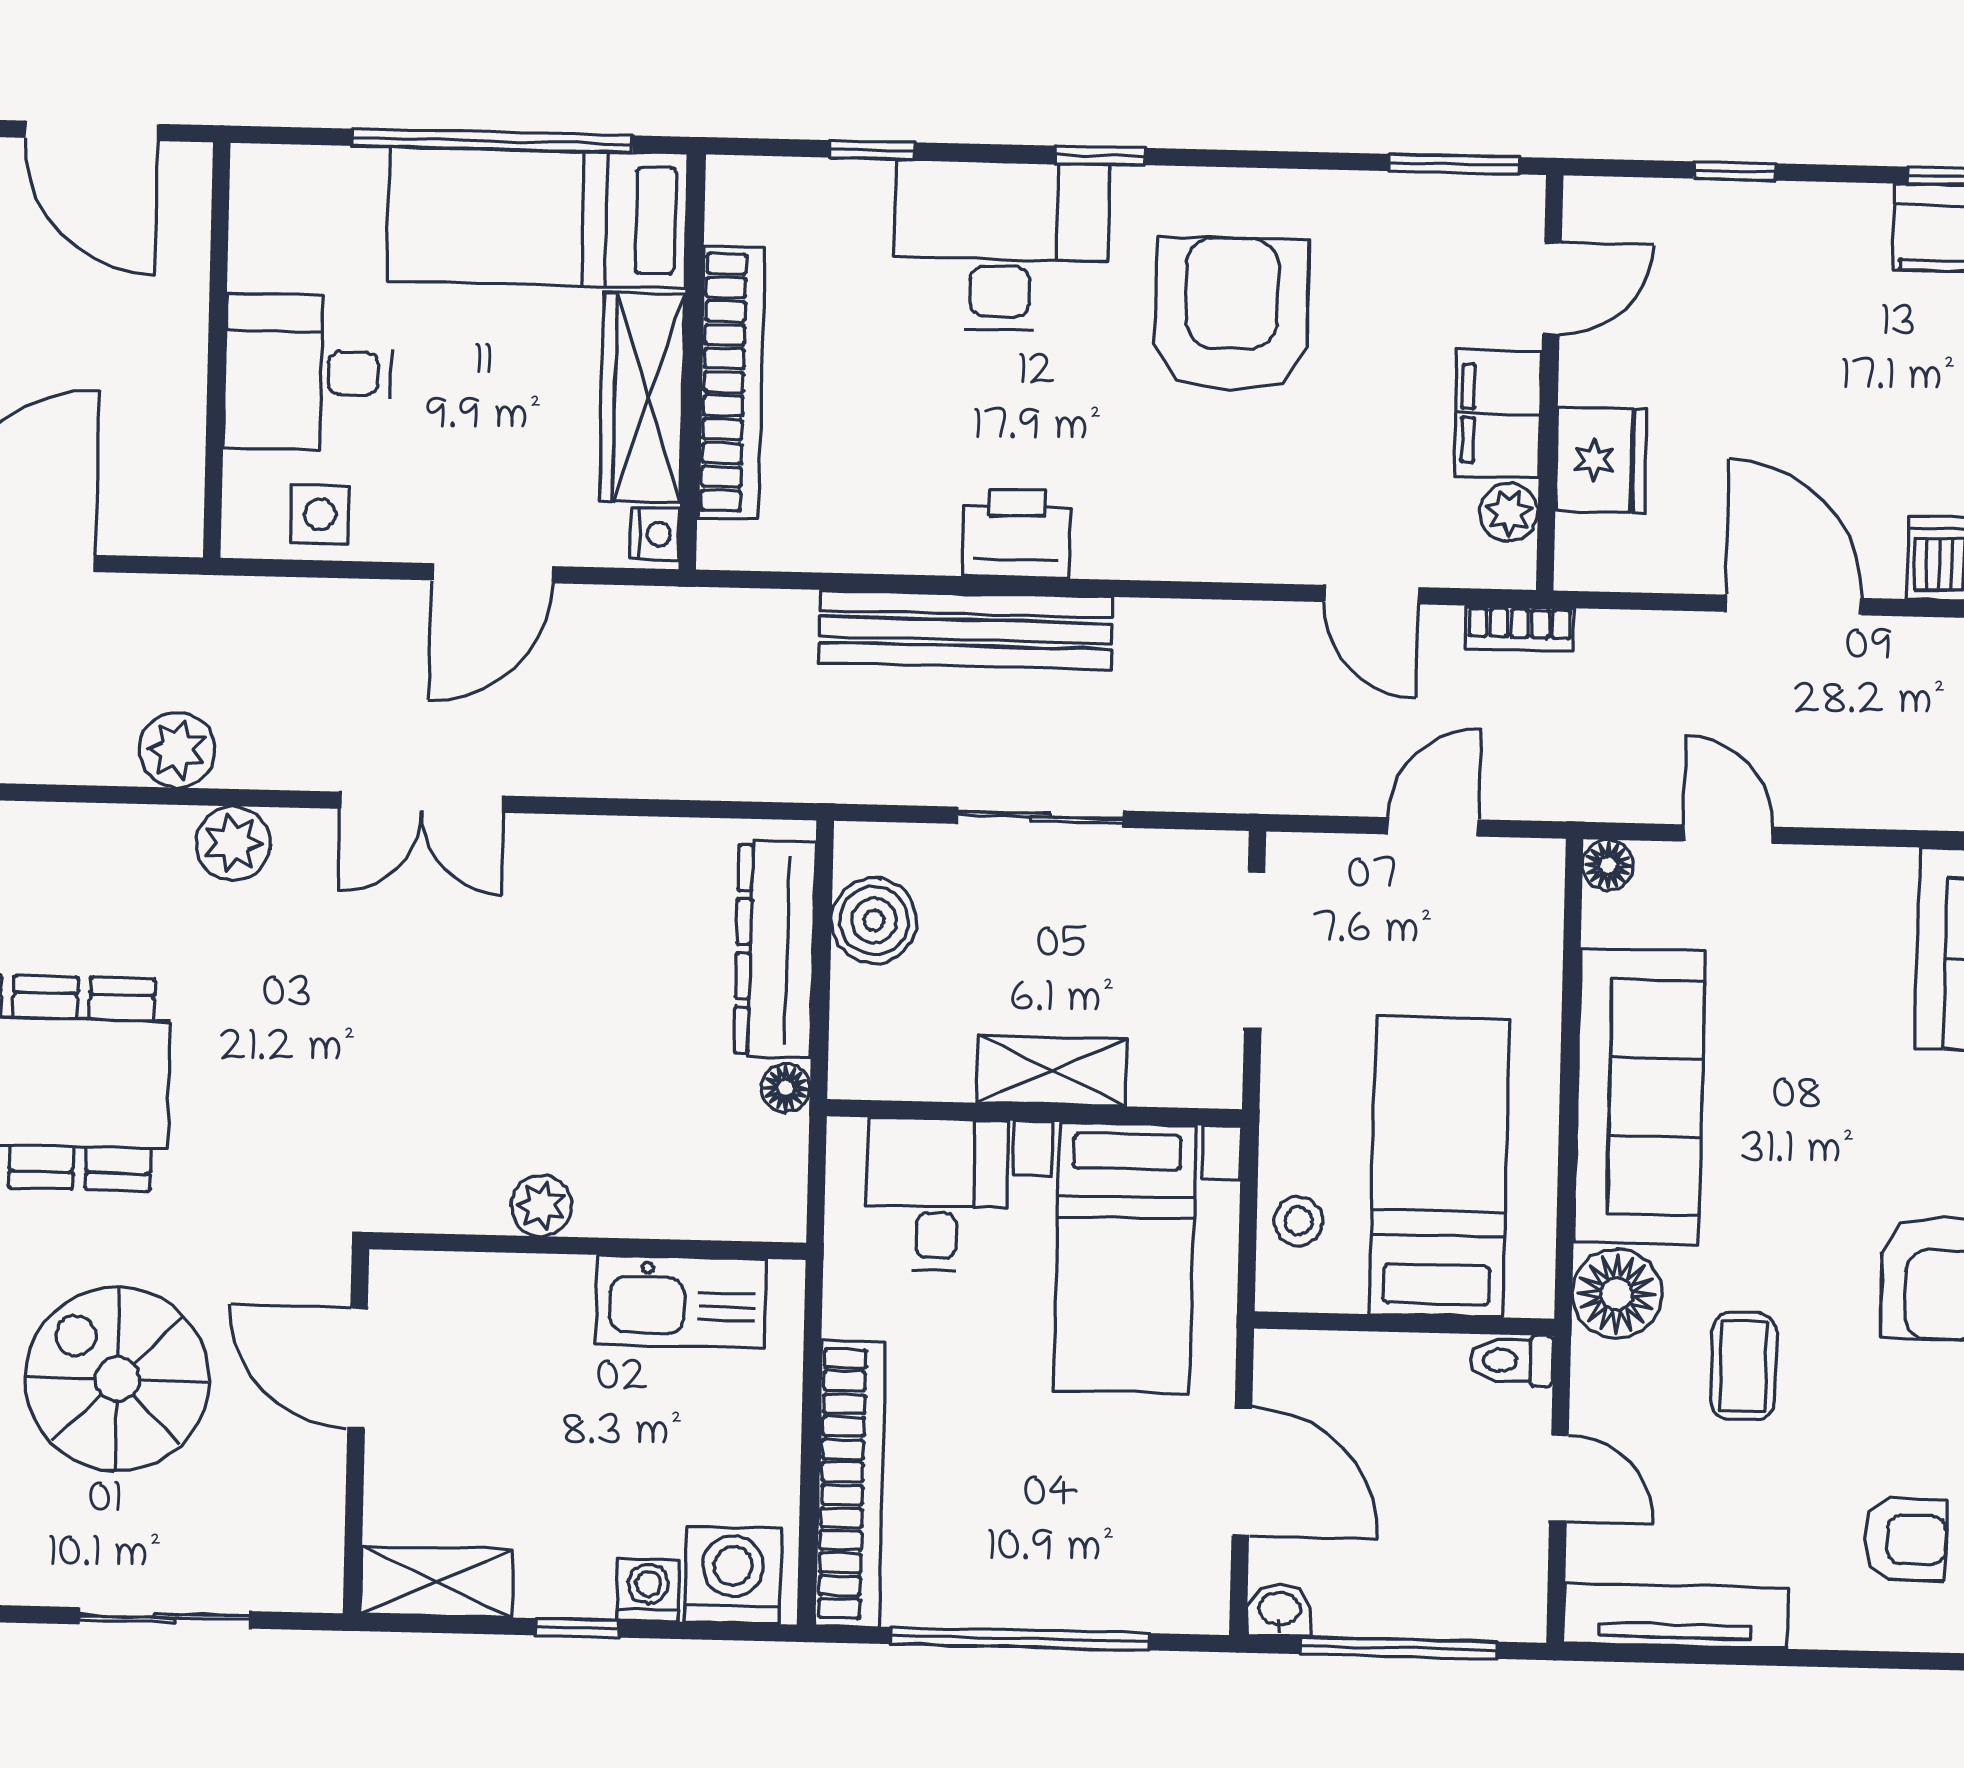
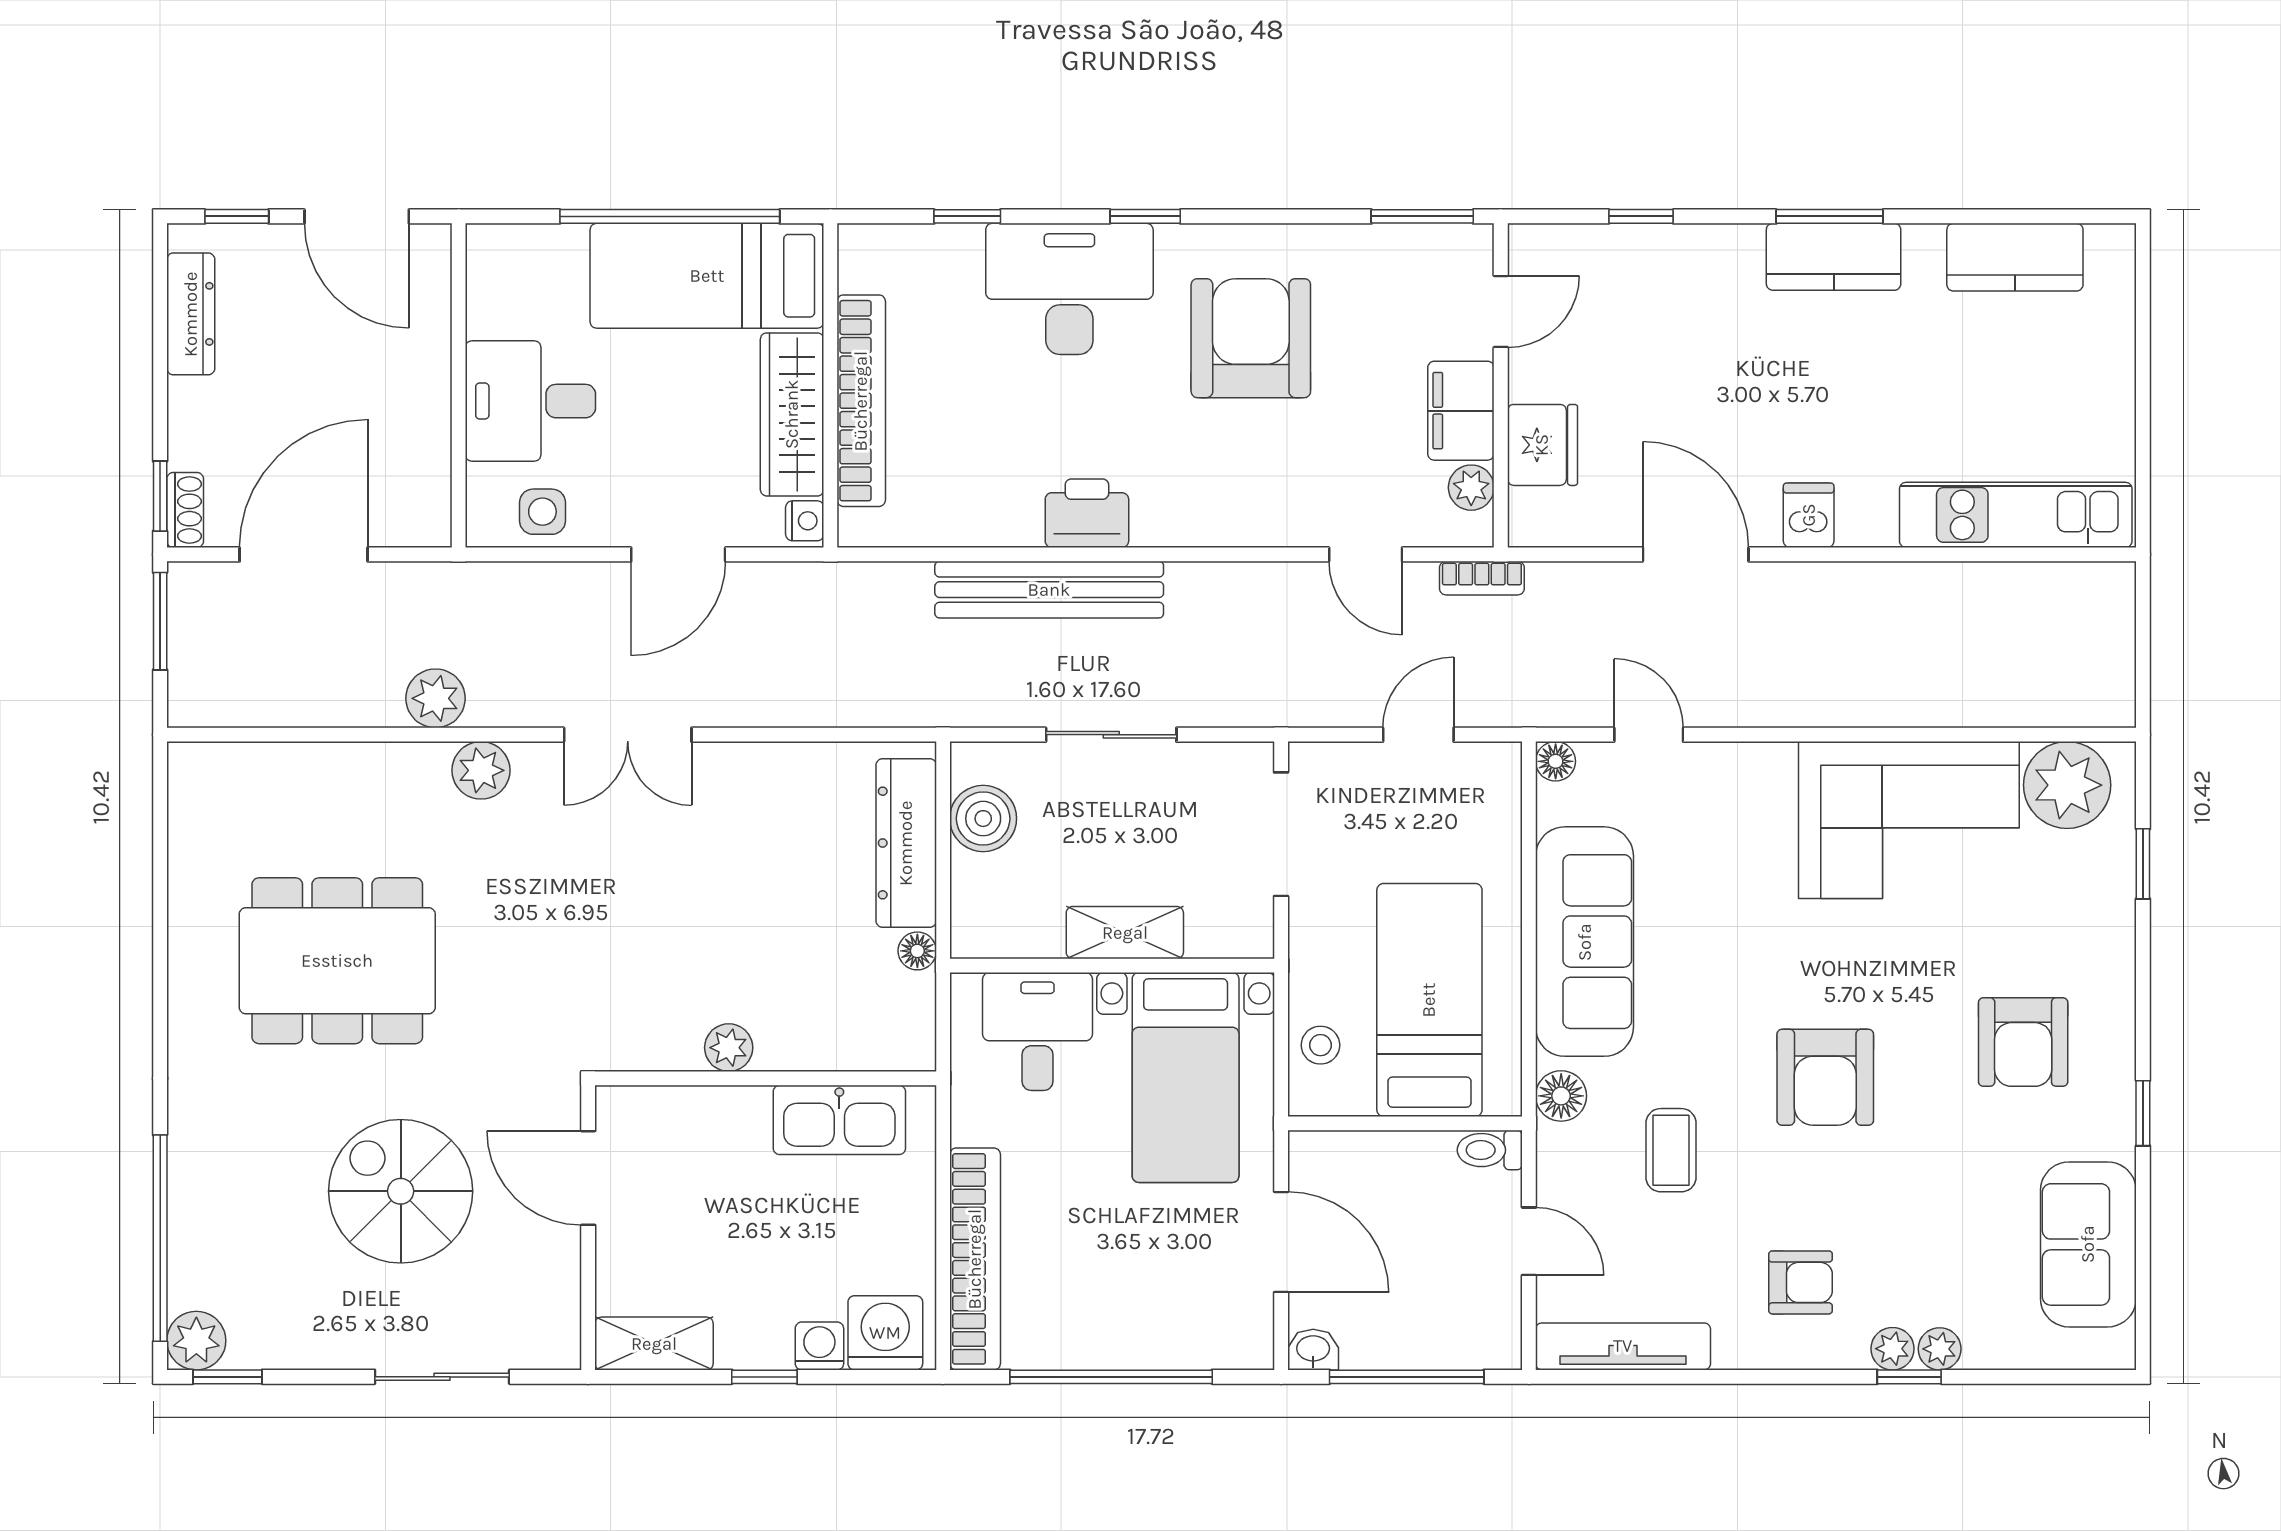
floor lamp: (1617, 1294) -> (1561, 1096), width x0.73, depth x0.73

